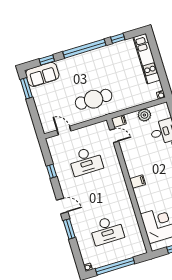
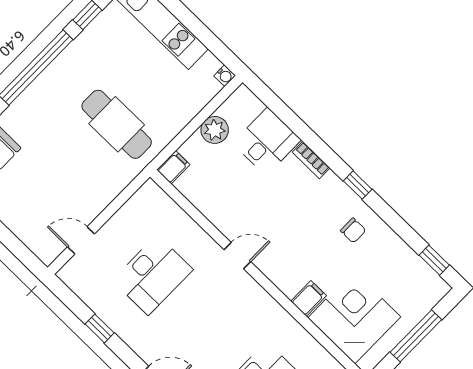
cafe table: (94, 99) -> (117, 124), moved, turned 90
door: (114, 136) -> (237, 256), moved
filing cabinet: (138, 182) -> (309, 298), moved

